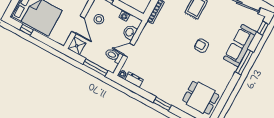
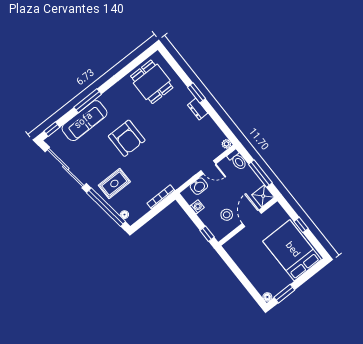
window: (27, 30) -> (301, 225), moved
armchair: (202, 46) -> (127, 138), width x1.88, depth x1.88
toilet: (114, 56) -> (237, 160), moved
window: (96, 67) -> (260, 173), moved
dresser: (134, 80) -> (198, 109), moved

